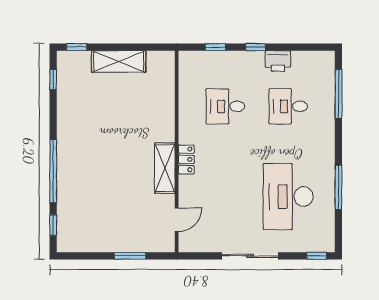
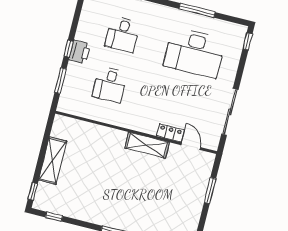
window: (215, 47) -> (61, 81), width x1.50
printer: (278, 61) -> (80, 52), moved
locker: (186, 159) -> (170, 133), moved
sliding door: (250, 256) -> (230, 112), moved

